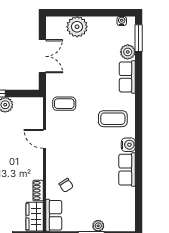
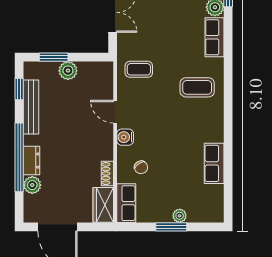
water cooler: (128, 145) -> (125, 137), moved, turned 180
row of seats: (127, 170) -> (214, 163), moved

